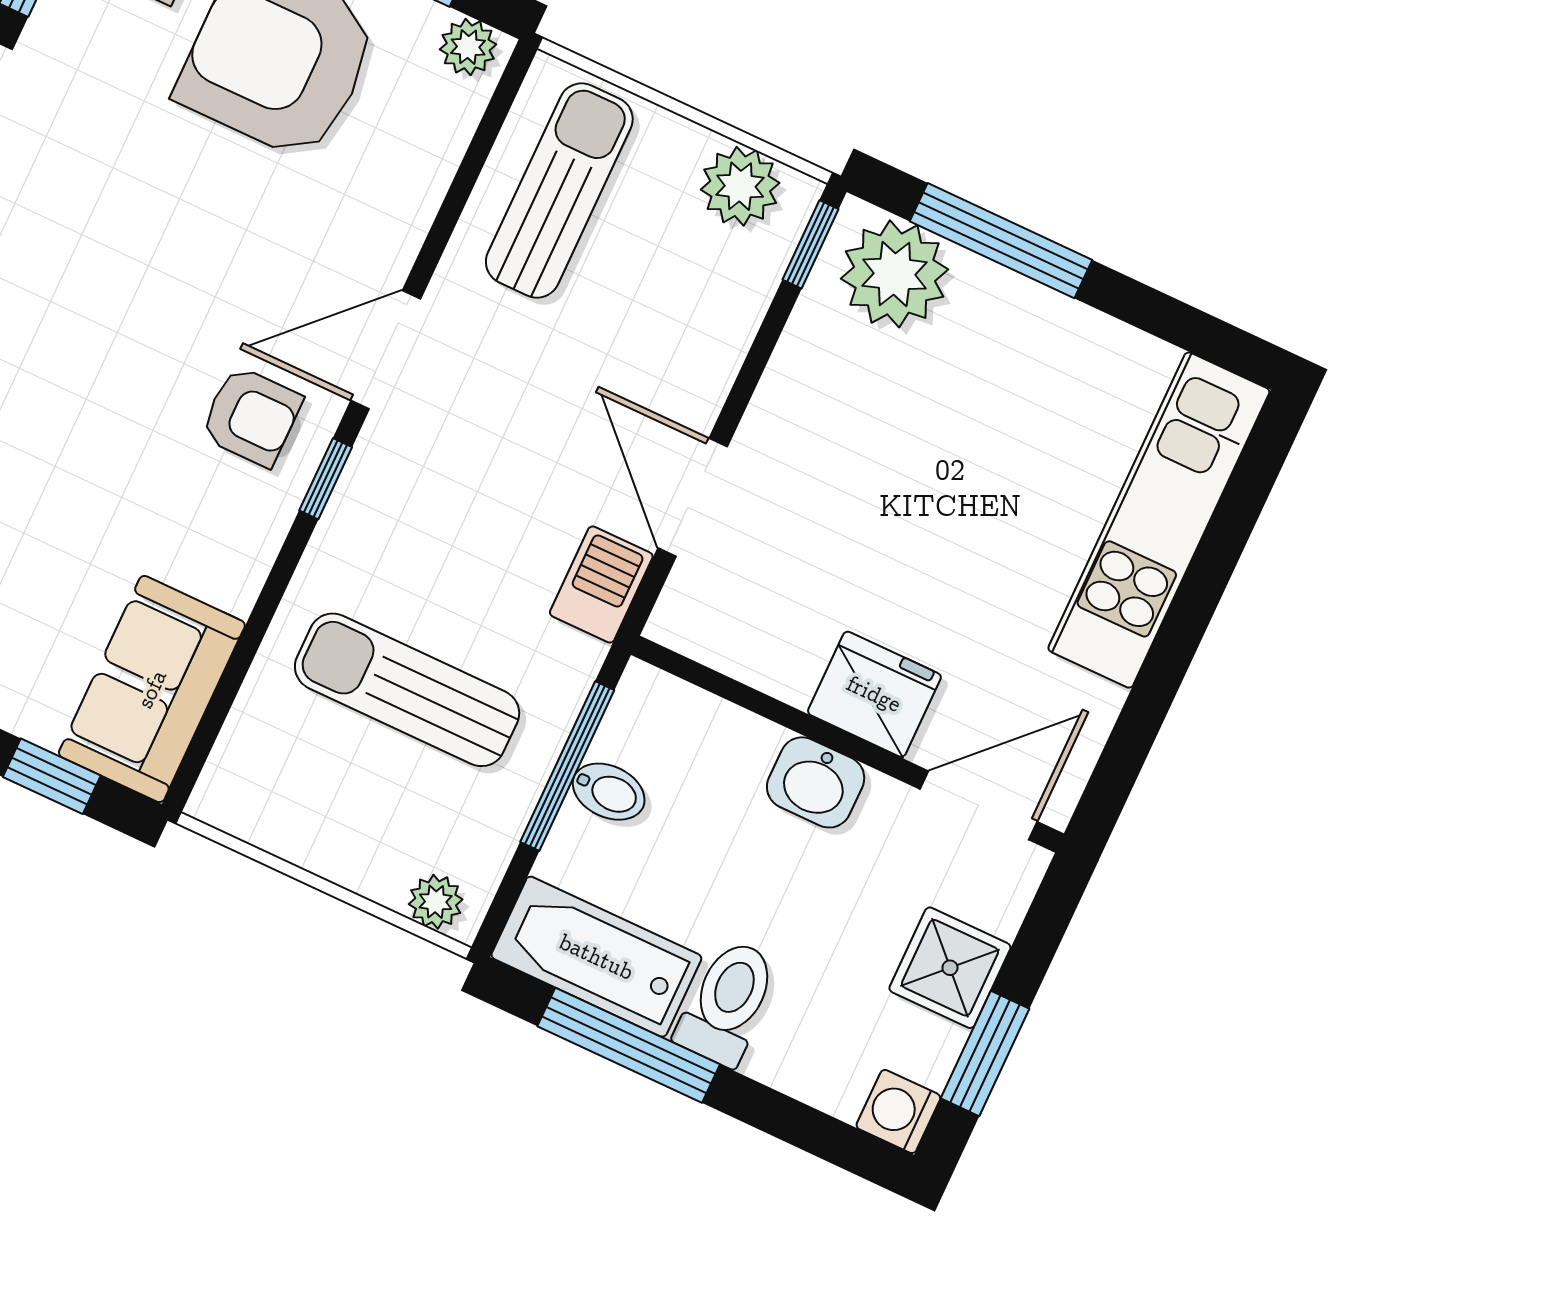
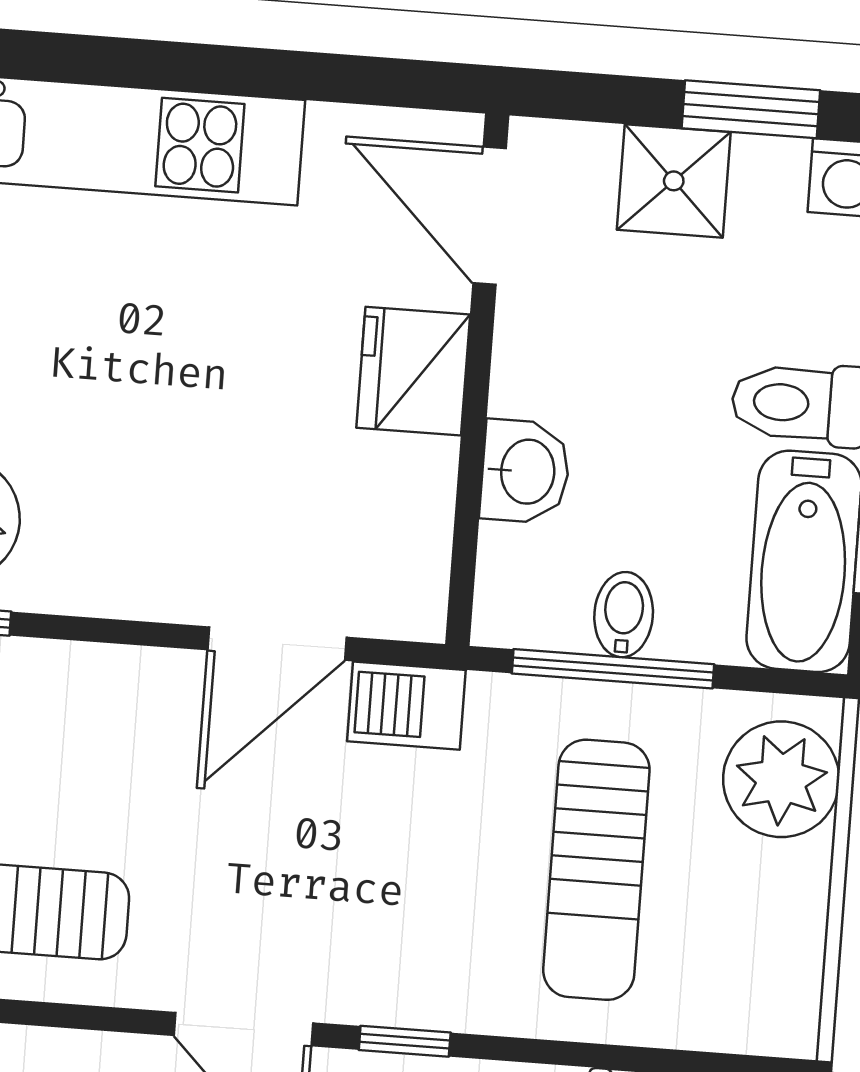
washbasin: (816, 782) -> (525, 471), moved
plant: (436, 902) -> (781, 779), width x1.88, depth x1.88

